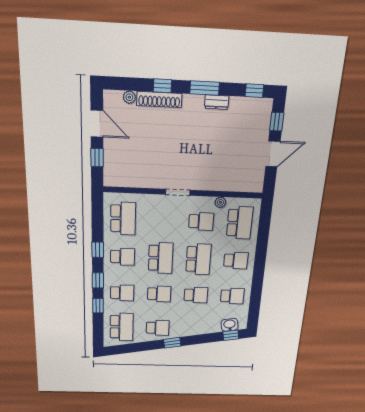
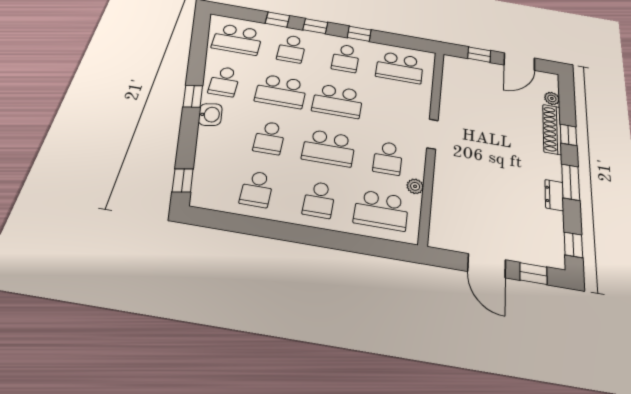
school desk: (159, 294) -> (281, 91), width x1.85
washbasin: (230, 325) -> (210, 115), moved

